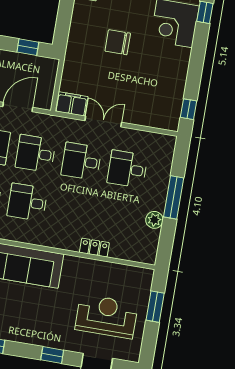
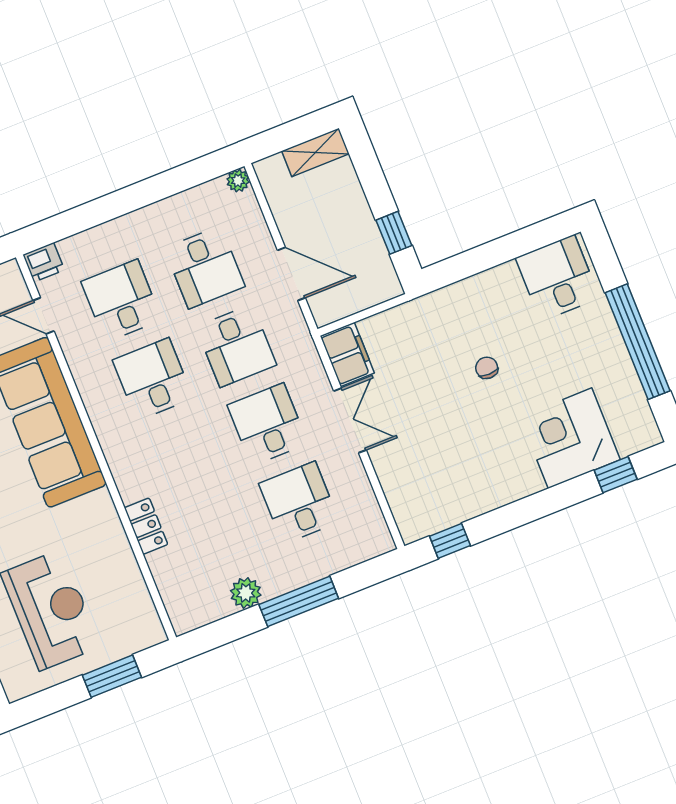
chair: (118, 42) -> (487, 368), width x0.54, depth x0.54
desk: (36, 154) -> (236, 346), turned 180

